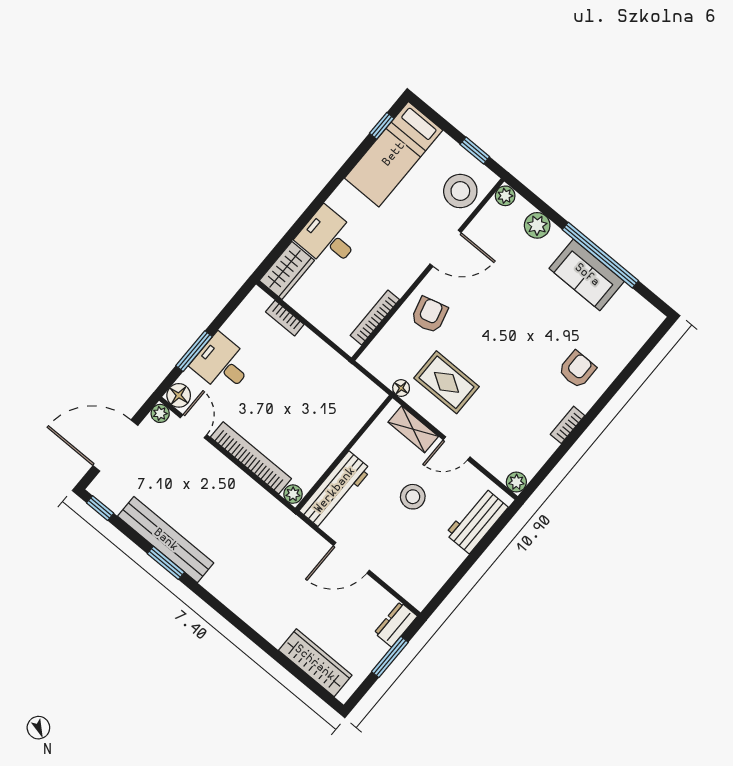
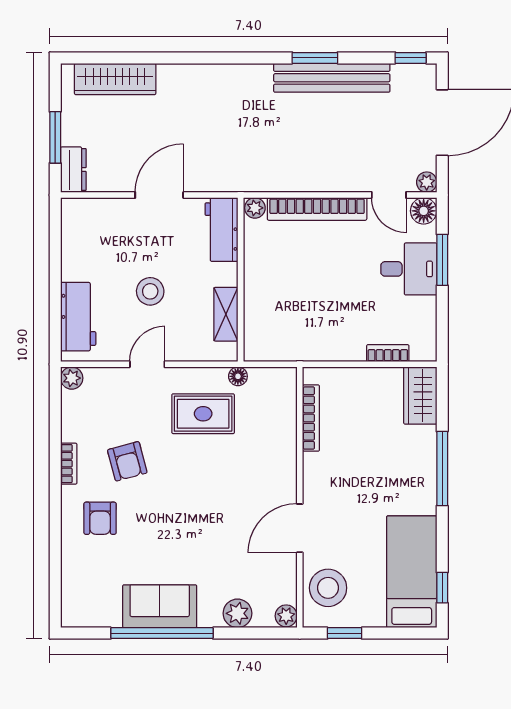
window: (314, 208) -> (442, 469), added
desk: (328, 238) -> (408, 453), removed
armchair: (429, 315) -> (127, 461), moved
shelving: (413, 429) -> (226, 314), moved, turned 90
workbench: (335, 490) -> (222, 230), width x0.73

